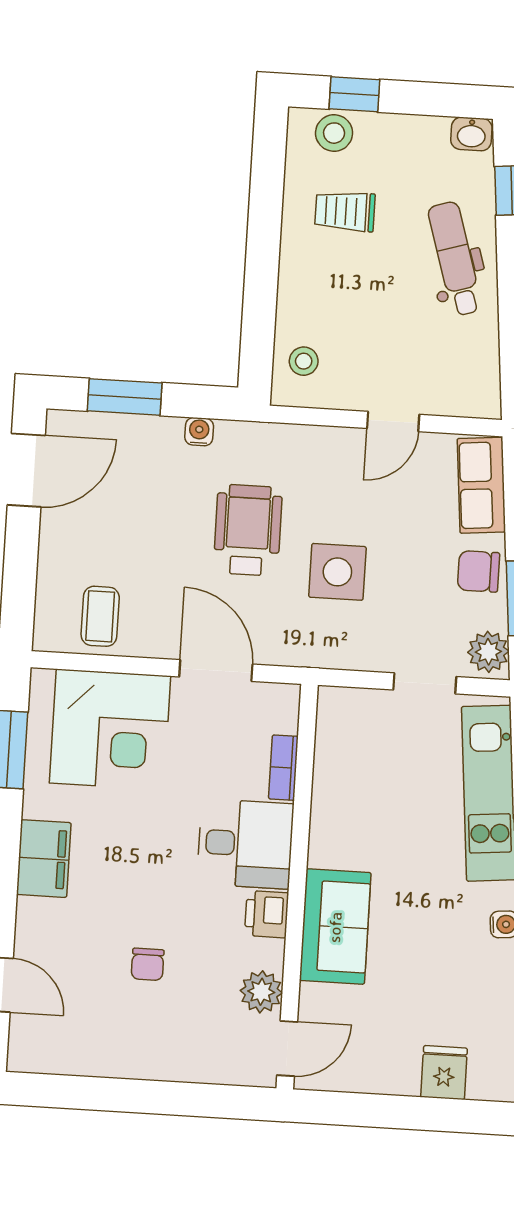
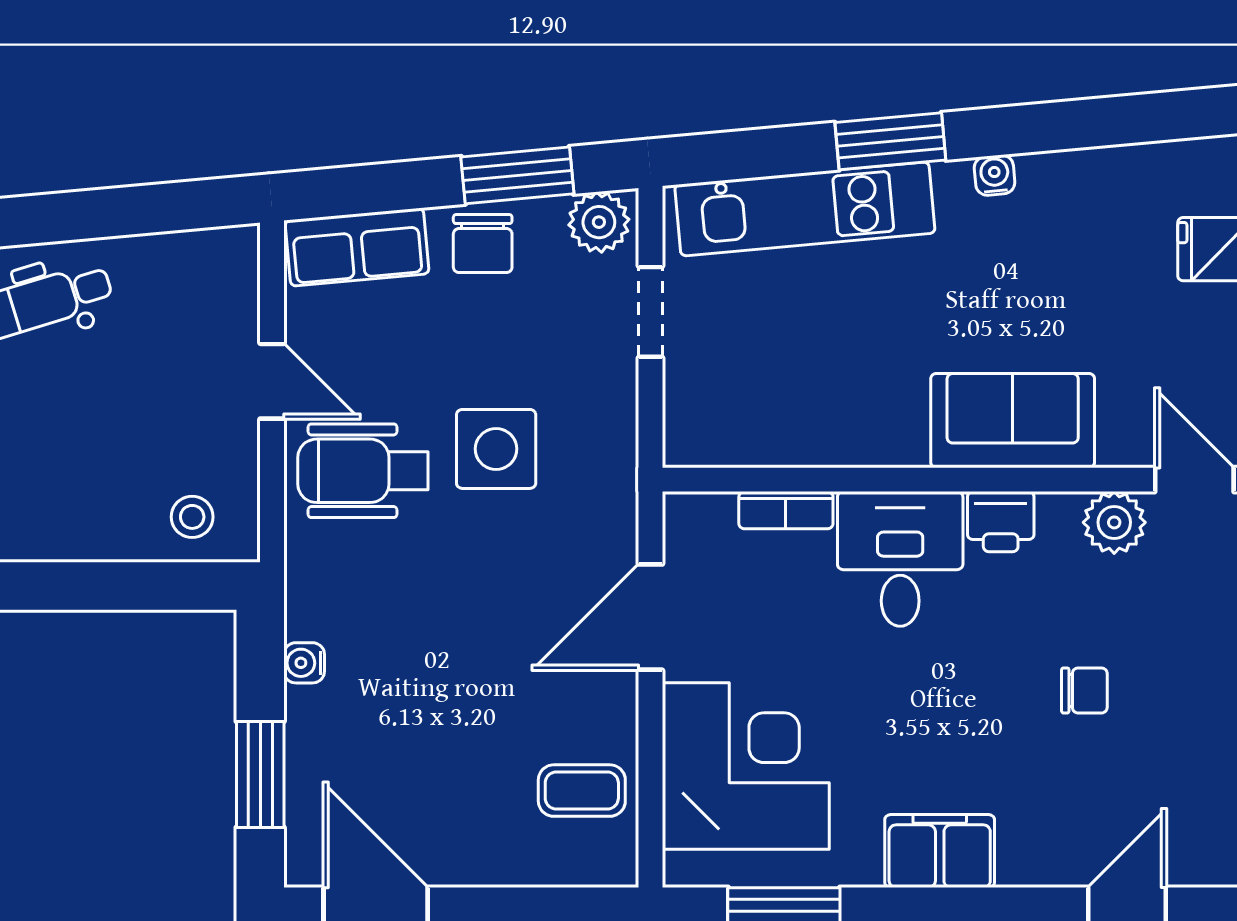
wheelchair: (248, 530) -> (363, 471), moved

